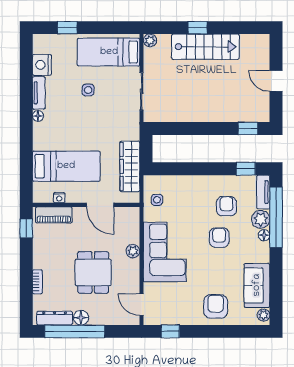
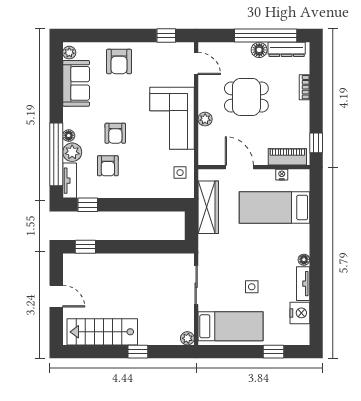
stairs: (205, 47) -> (102, 332), moved
dining table: (93, 272) -> (246, 97), turned 90

